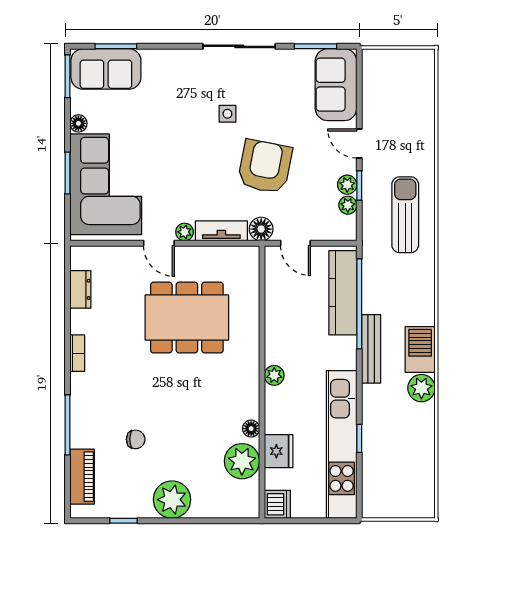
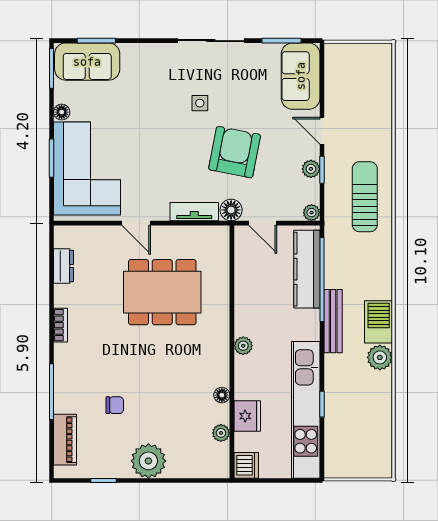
plant: (348, 205) -> (312, 213), moved
plant: (185, 232) -> (160, 213), removed
plant: (242, 461) -> (221, 433), width x0.53, depth x0.53

